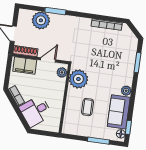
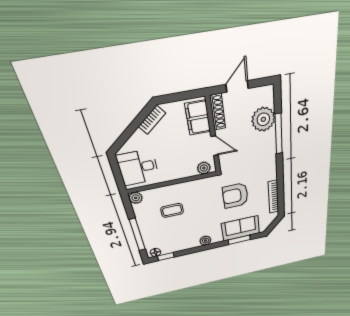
window: (55, 11) -> (279, 134), width x1.44
armchair: (94, 55) -> (235, 196), added
plant: (78, 79) -> (136, 198), moved, width x0.53, depth x0.53
desk: (36, 111) -> (138, 167), moved, turned -53
sofa: (119, 112) -> (241, 228), moved
window: (98, 141) -> (137, 235), width x1.44

